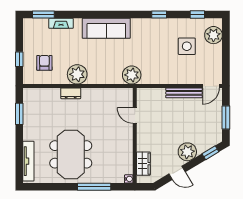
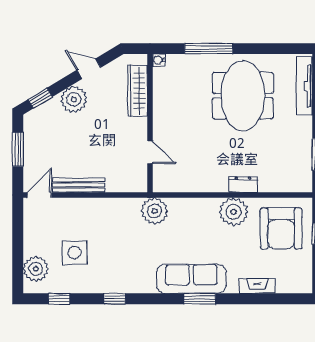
window: (43, 14) -> (200, 299), moved
armchair: (44, 63) -> (281, 228), width x1.88, depth x1.88
wardrobe: (143, 164) -> (137, 91), width x1.50

